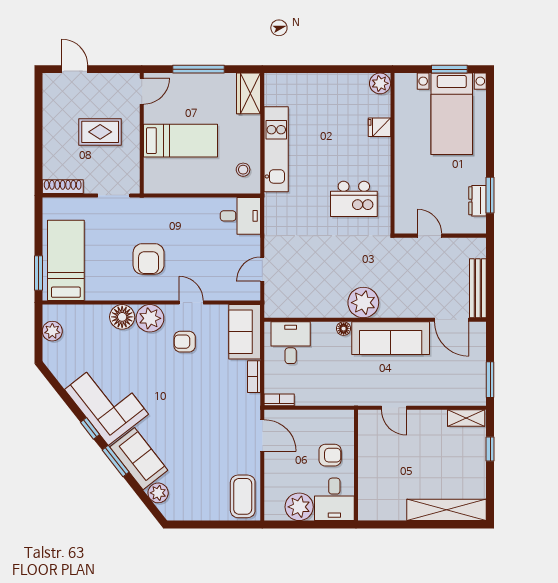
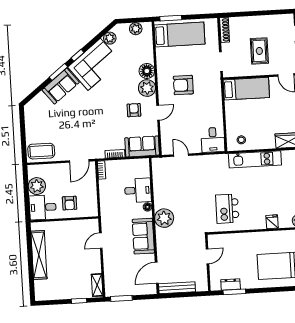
bed: (181, 141) -> (246, 89), moved, turned -90
sofa: (391, 338) -> (143, 236), width x0.73
desk: (291, 343) -> (138, 190), moved
plant: (158, 493) -> (110, 38), moved
shelving: (446, 510) -> (39, 255), moved

